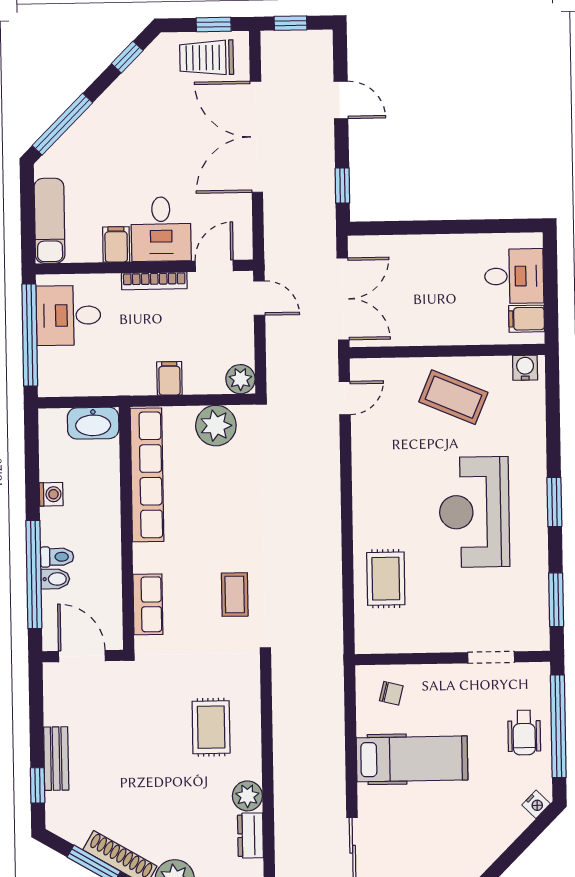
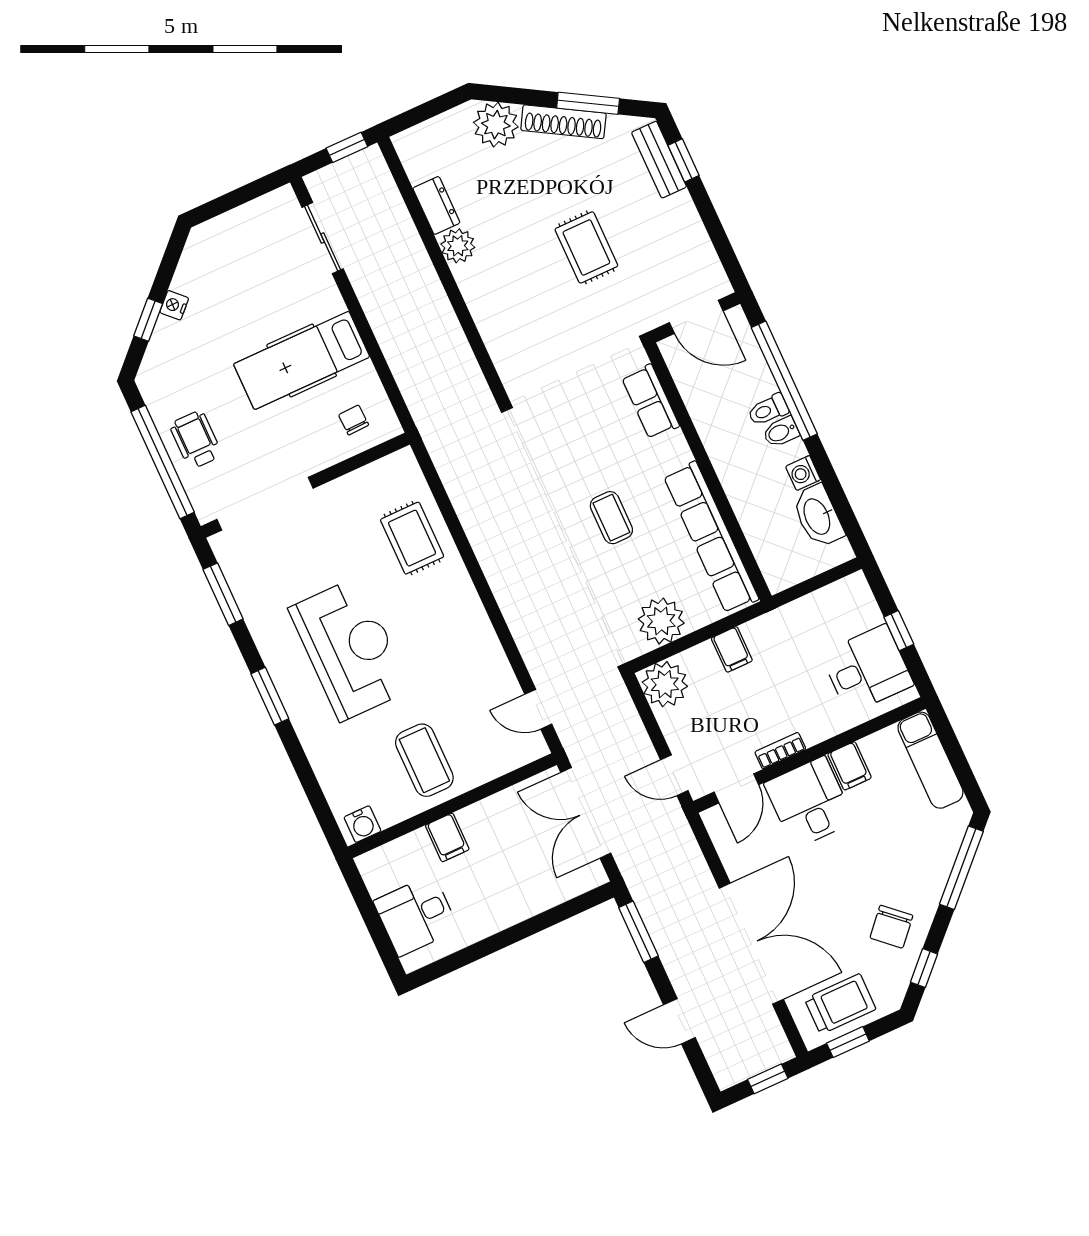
chair: (139, 101) -> (891, 927), added
window: (342, 186) -> (638, 932), width x1.50
bookcase: (154, 281) -> (780, 751), width x0.64
filing cabinet: (526, 319) -> (447, 837), moved, turned 90
window: (30, 335) -> (899, 631), width x0.32
plant: (240, 379) -> (665, 684), width x1.36, depth x1.36
coffee table: (453, 397) -> (424, 760), turned 67
door: (345, 398) -> (538, 709), hinge flipped
washbasin: (93, 423) -> (818, 516), moved, turned -90
bidet: (55, 579) -> (781, 432), moved
coffee table: (235, 595) -> (611, 518), moved
doorway: (491, 657) -> (265, 504), width x1.88
chair: (391, 693) -> (354, 420), turned 74
rug: (211, 727) -> (586, 247), moved
bench: (56, 759) -> (659, 160), moved
nightstand: (536, 804) -> (174, 305), moved
window: (520, 845) -> (148, 320), added

